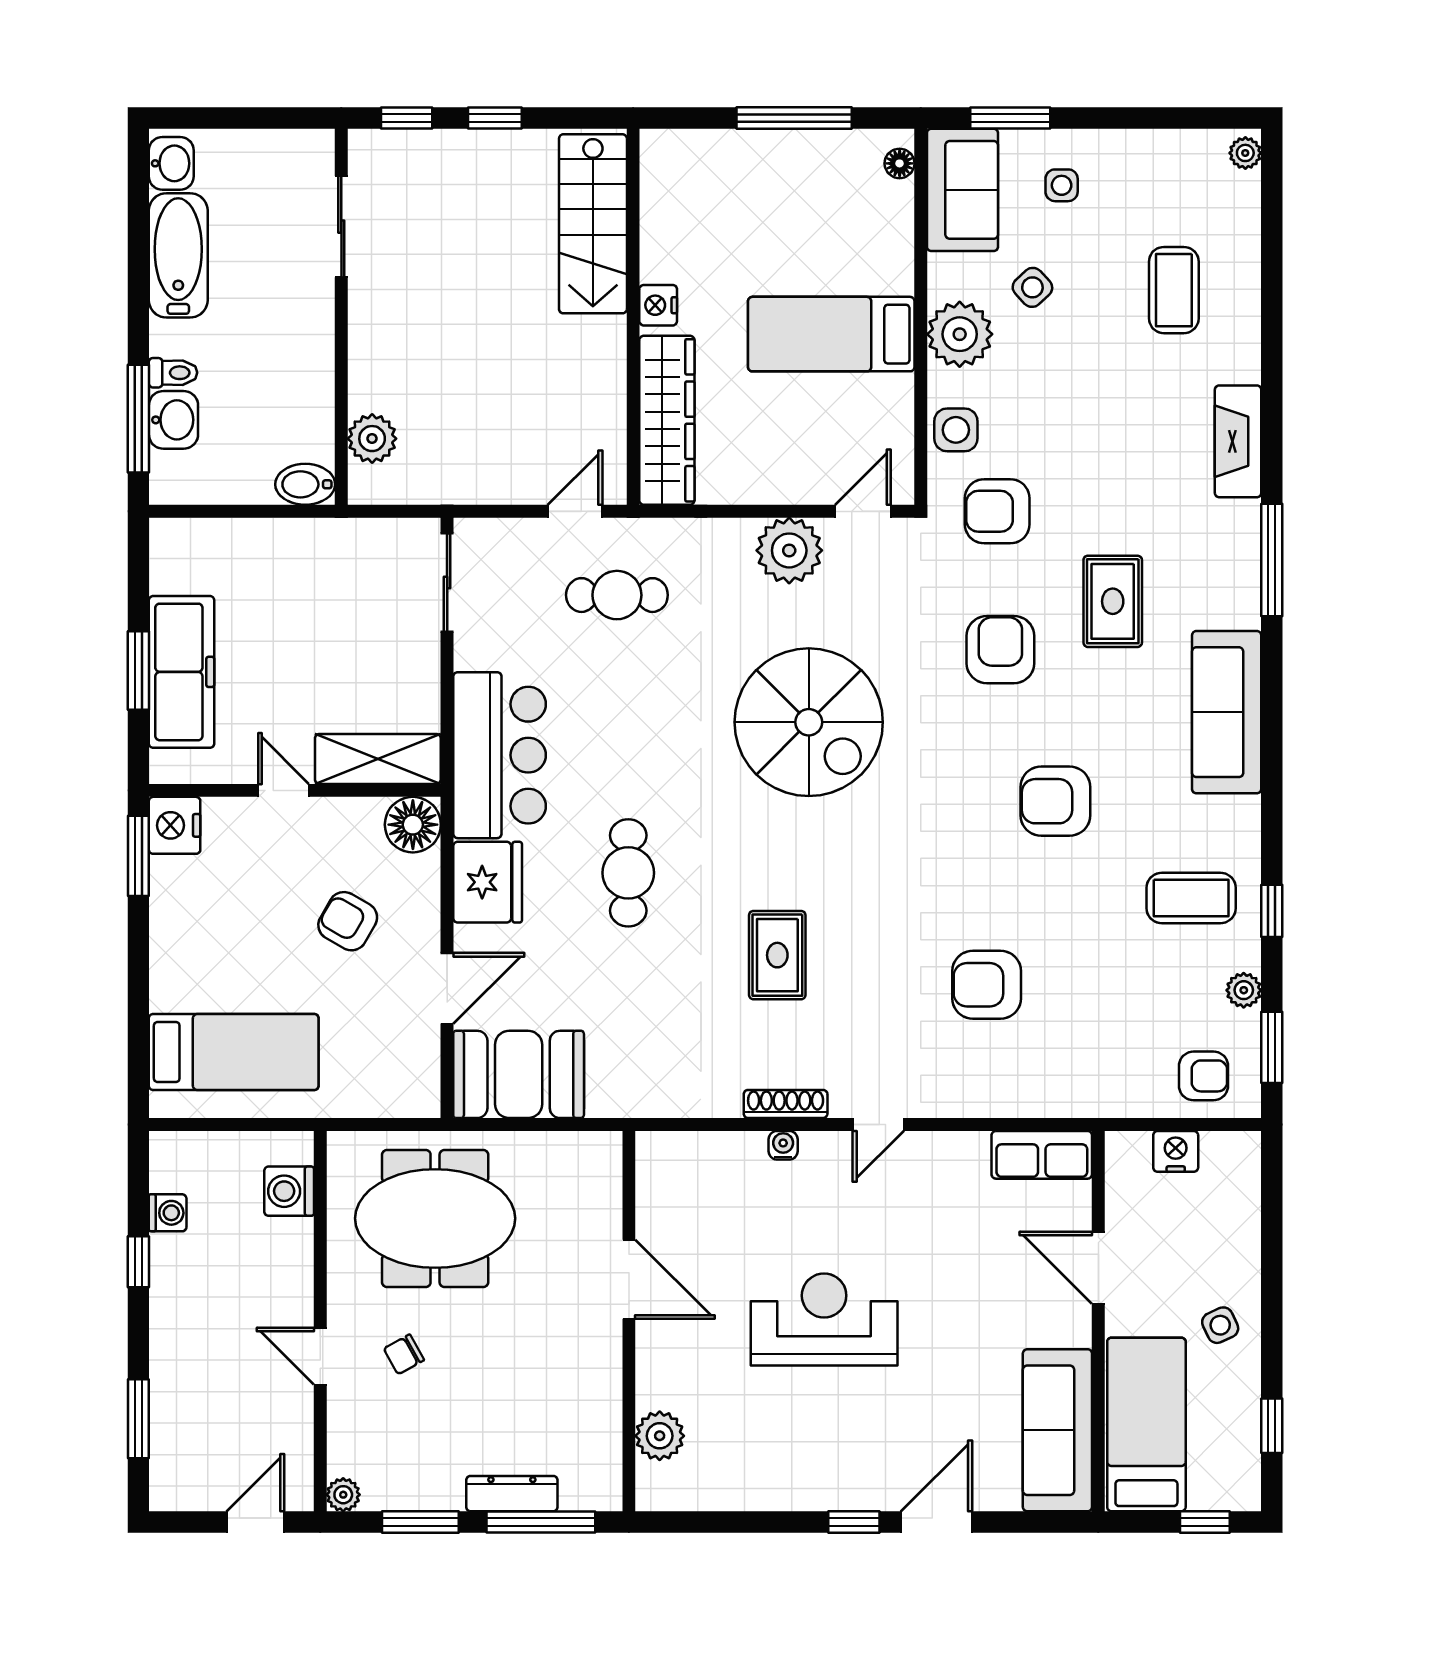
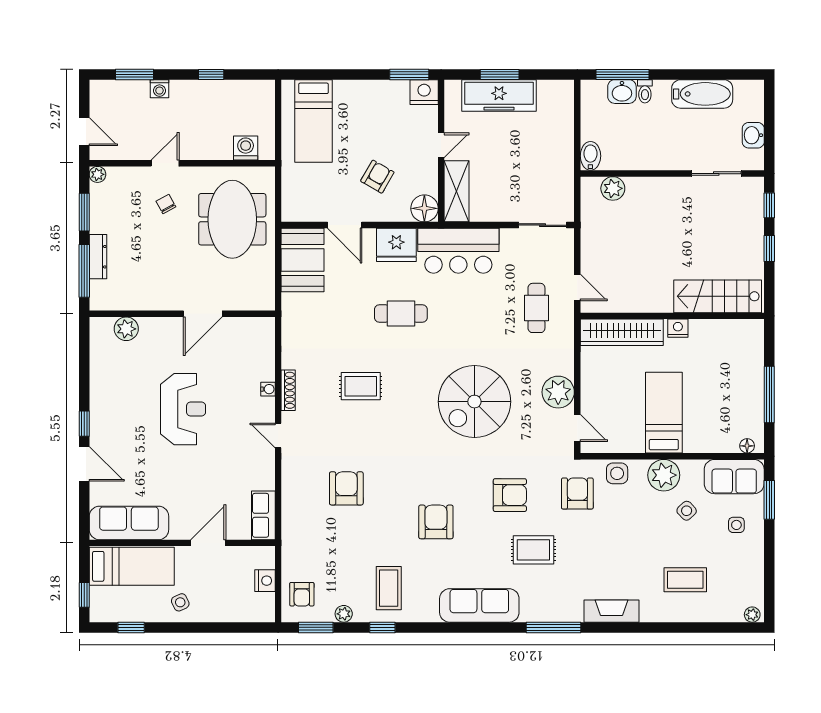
washbasin: (171, 163) -> (753, 135), moved, turned 90
washing machine: (168, 1213) -> (159, 89), moved

